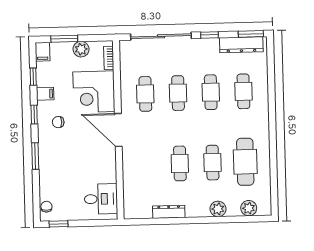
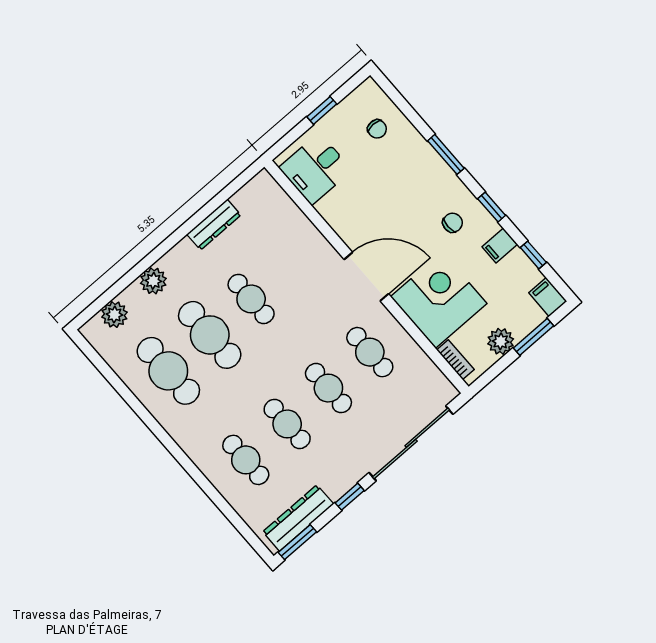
cafe table: (213, 163) -> (210, 335), width x1.37, depth x1.35
chair: (46, 207) -> (377, 129), moved
window: (59, 224) -> (322, 110), moved

